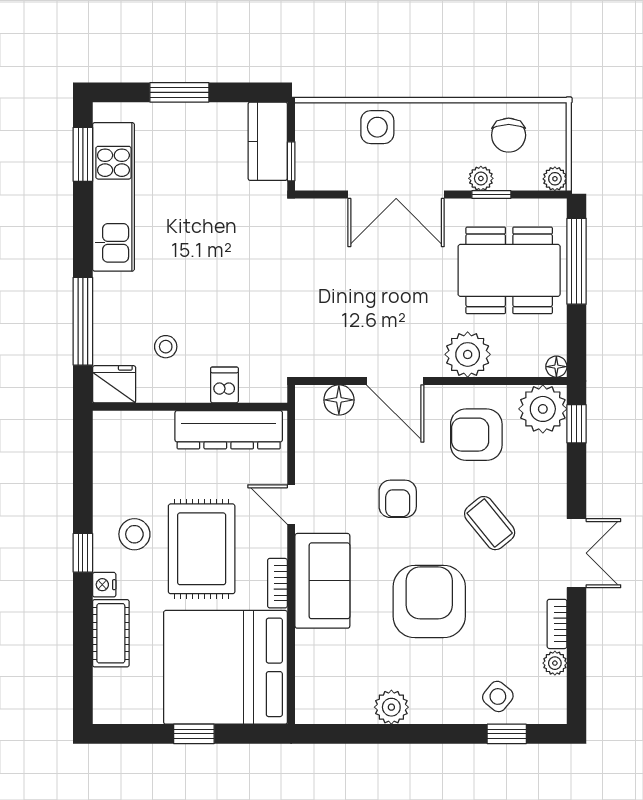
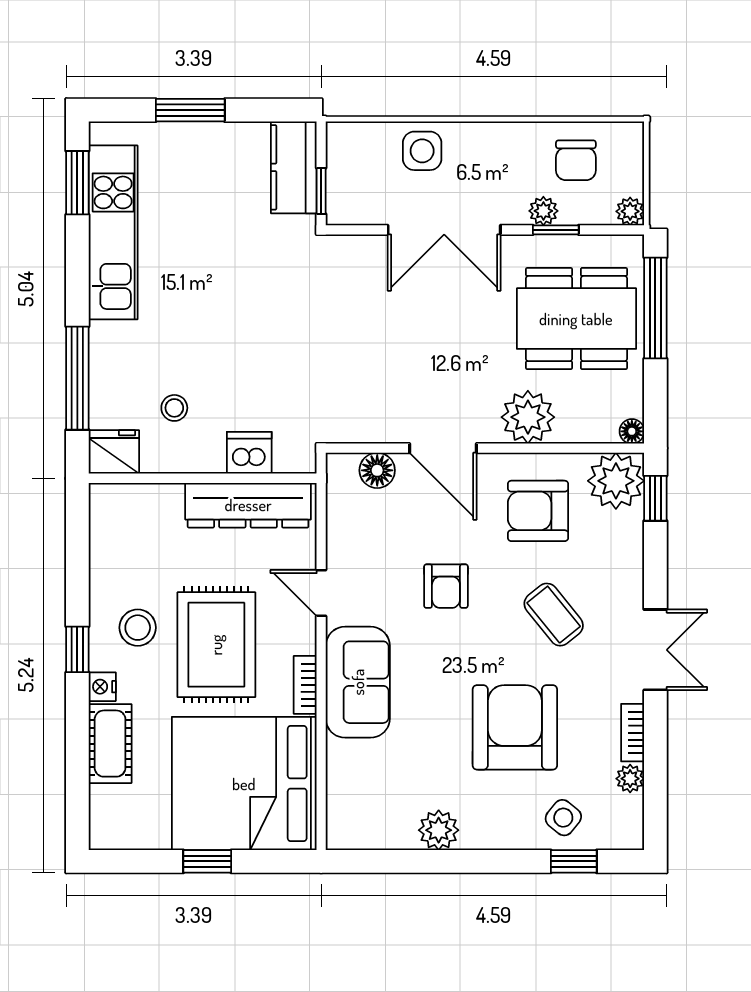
dishwasher: (224, 385) -> (249, 453), width x1.38
armchair: (429, 602) -> (515, 727), moved

